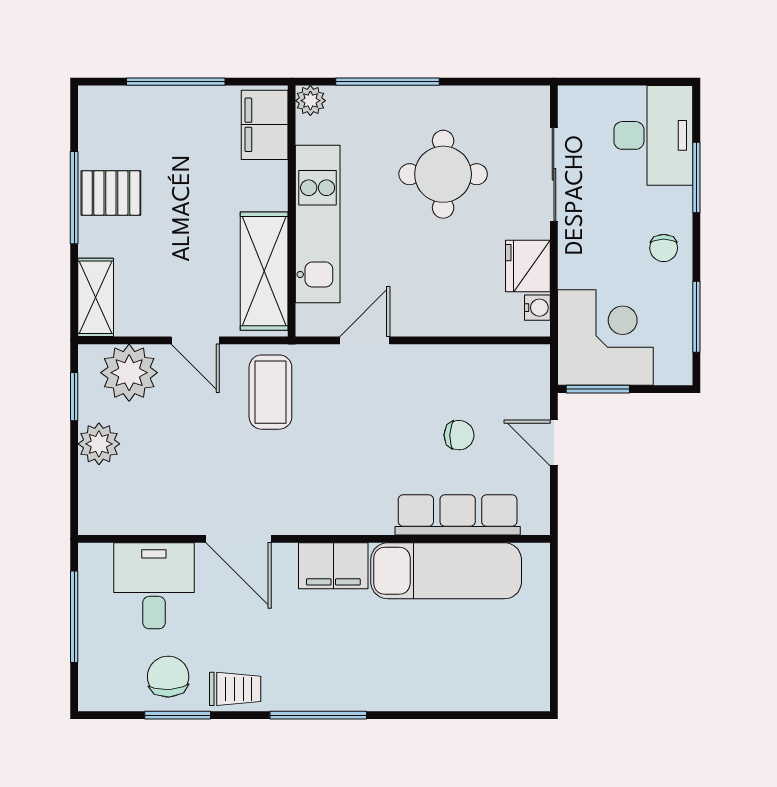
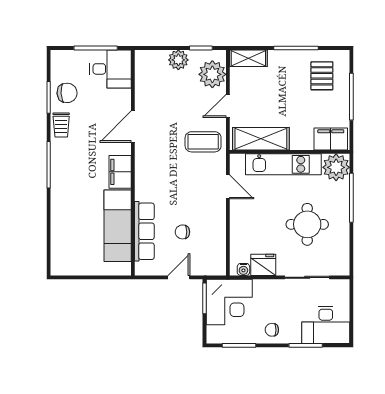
plant: (310, 101) -> (336, 167), width x1.88, depth x1.88
pallet: (111, 193) -> (322, 76), moved
chair: (459, 435) -> (182, 232), turned 88
desk: (154, 586) -> (110, 69), moved

